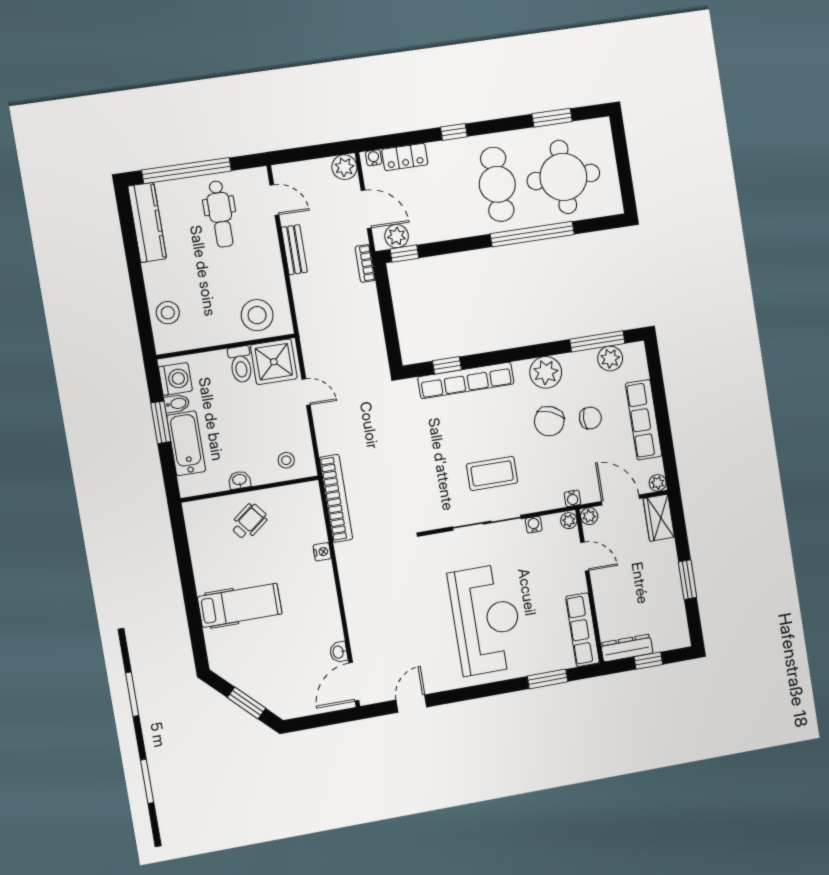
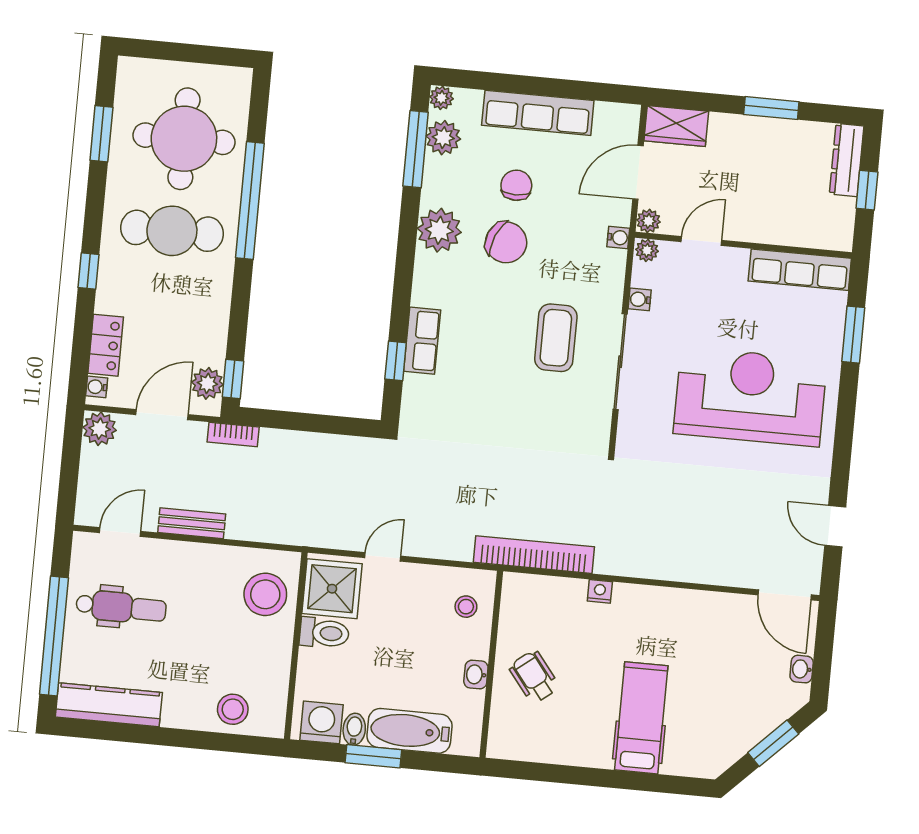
row of seats: (466, 380) -> (422, 341), width x0.50
plant: (658, 483) -> (441, 98), moved
dresser: (627, 648) -> (847, 160), moved
washbasin: (339, 652) -> (802, 669), moved, turned 90

